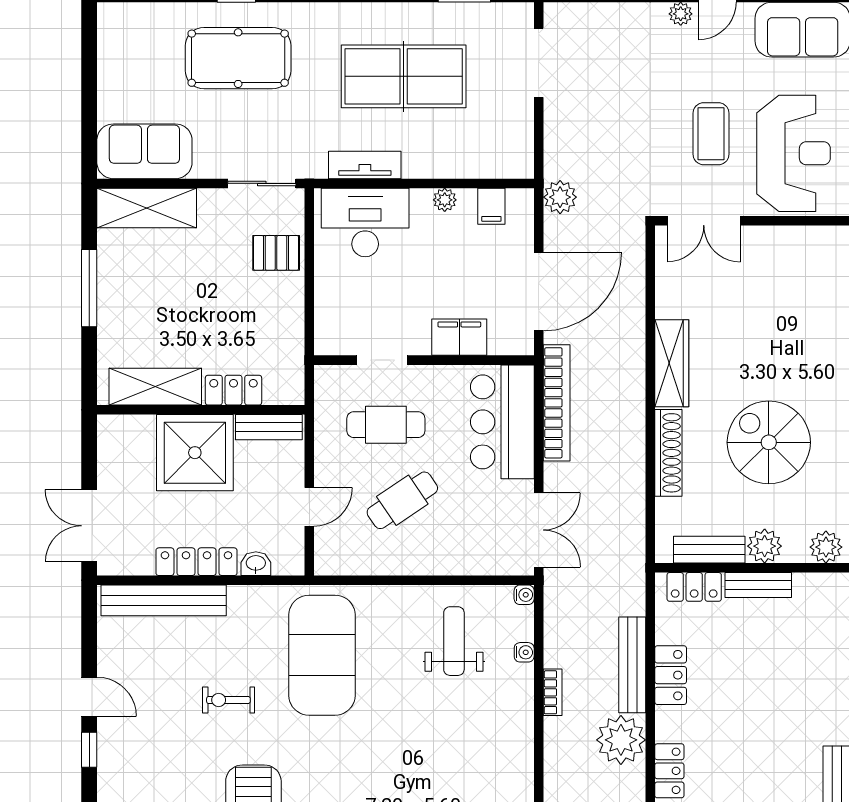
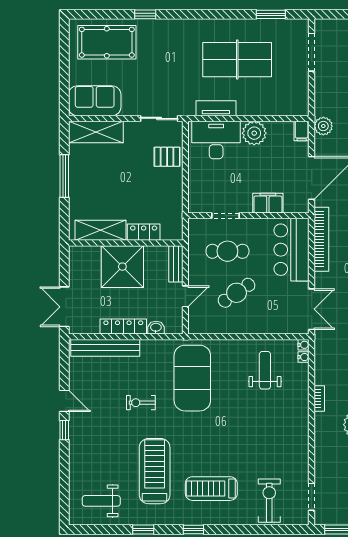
pool table: (238, 58) -> (107, 42), moved
plant: (445, 200) -> (254, 133), width x1.88, depth x1.88
filing cabinet: (491, 206) -> (302, 131), moved
bench: (269, 427) -> (176, 264), moved, turned 90
water cooler: (524, 652) -> (304, 357), moved

